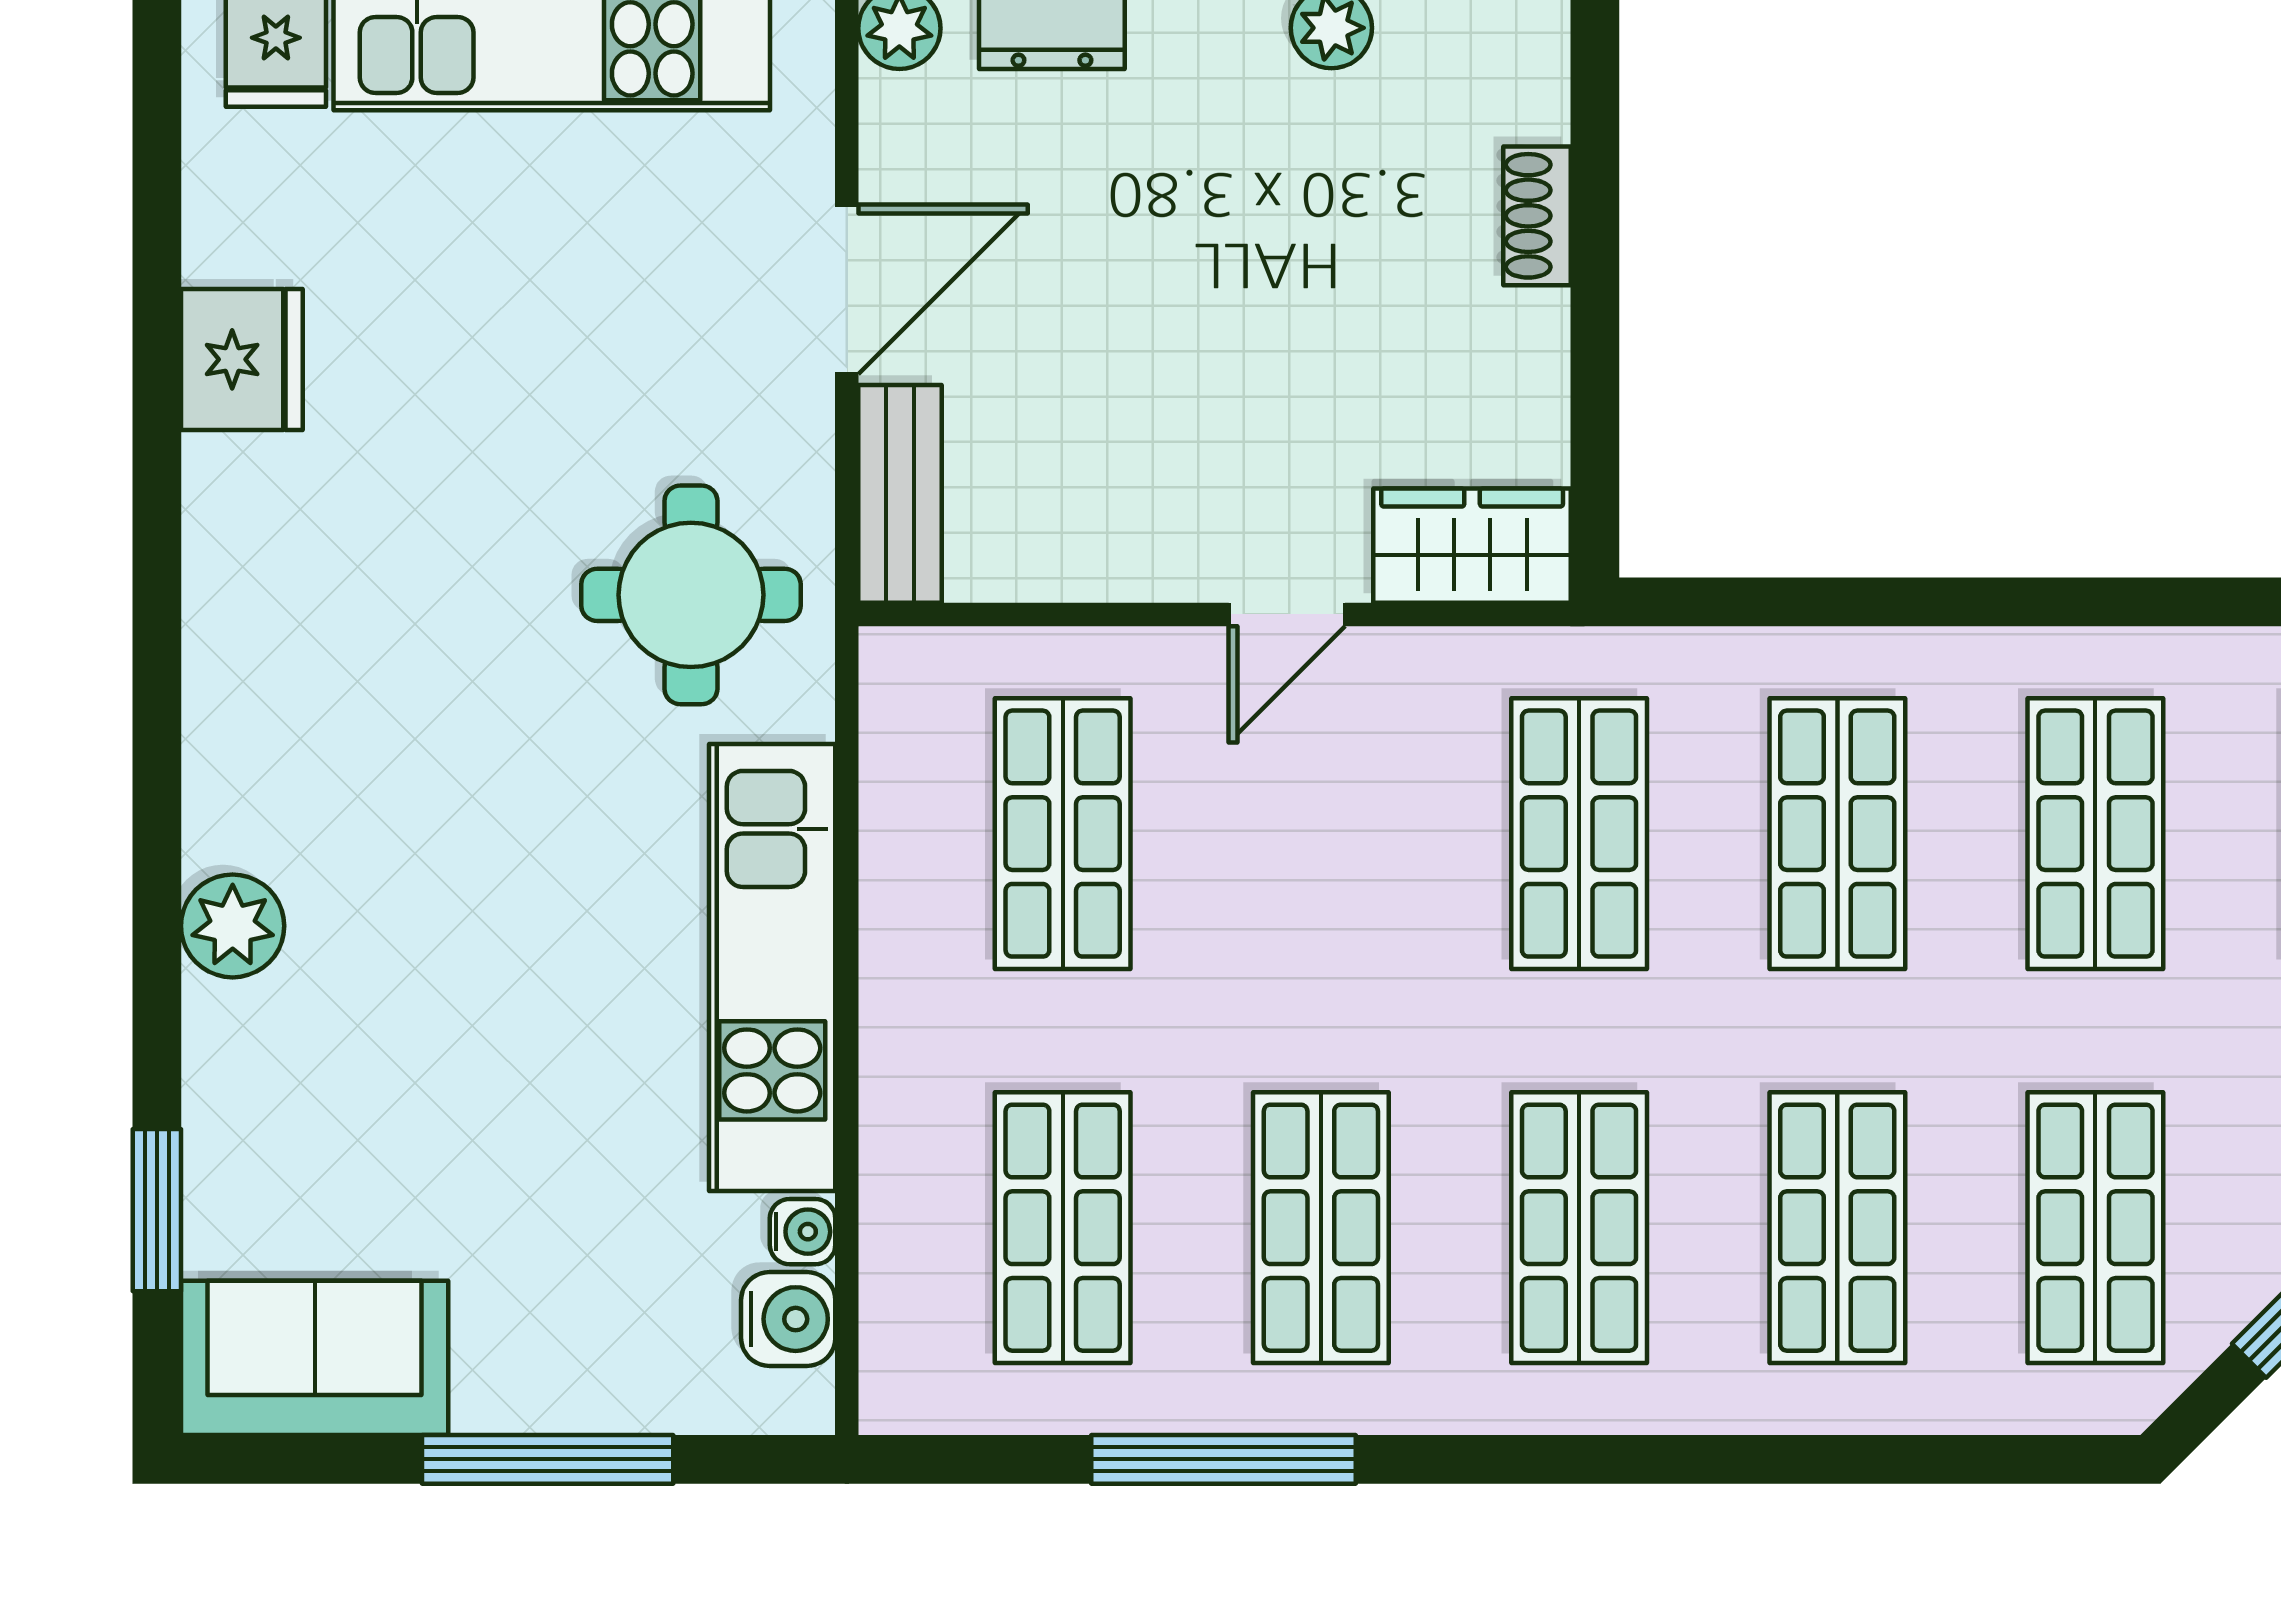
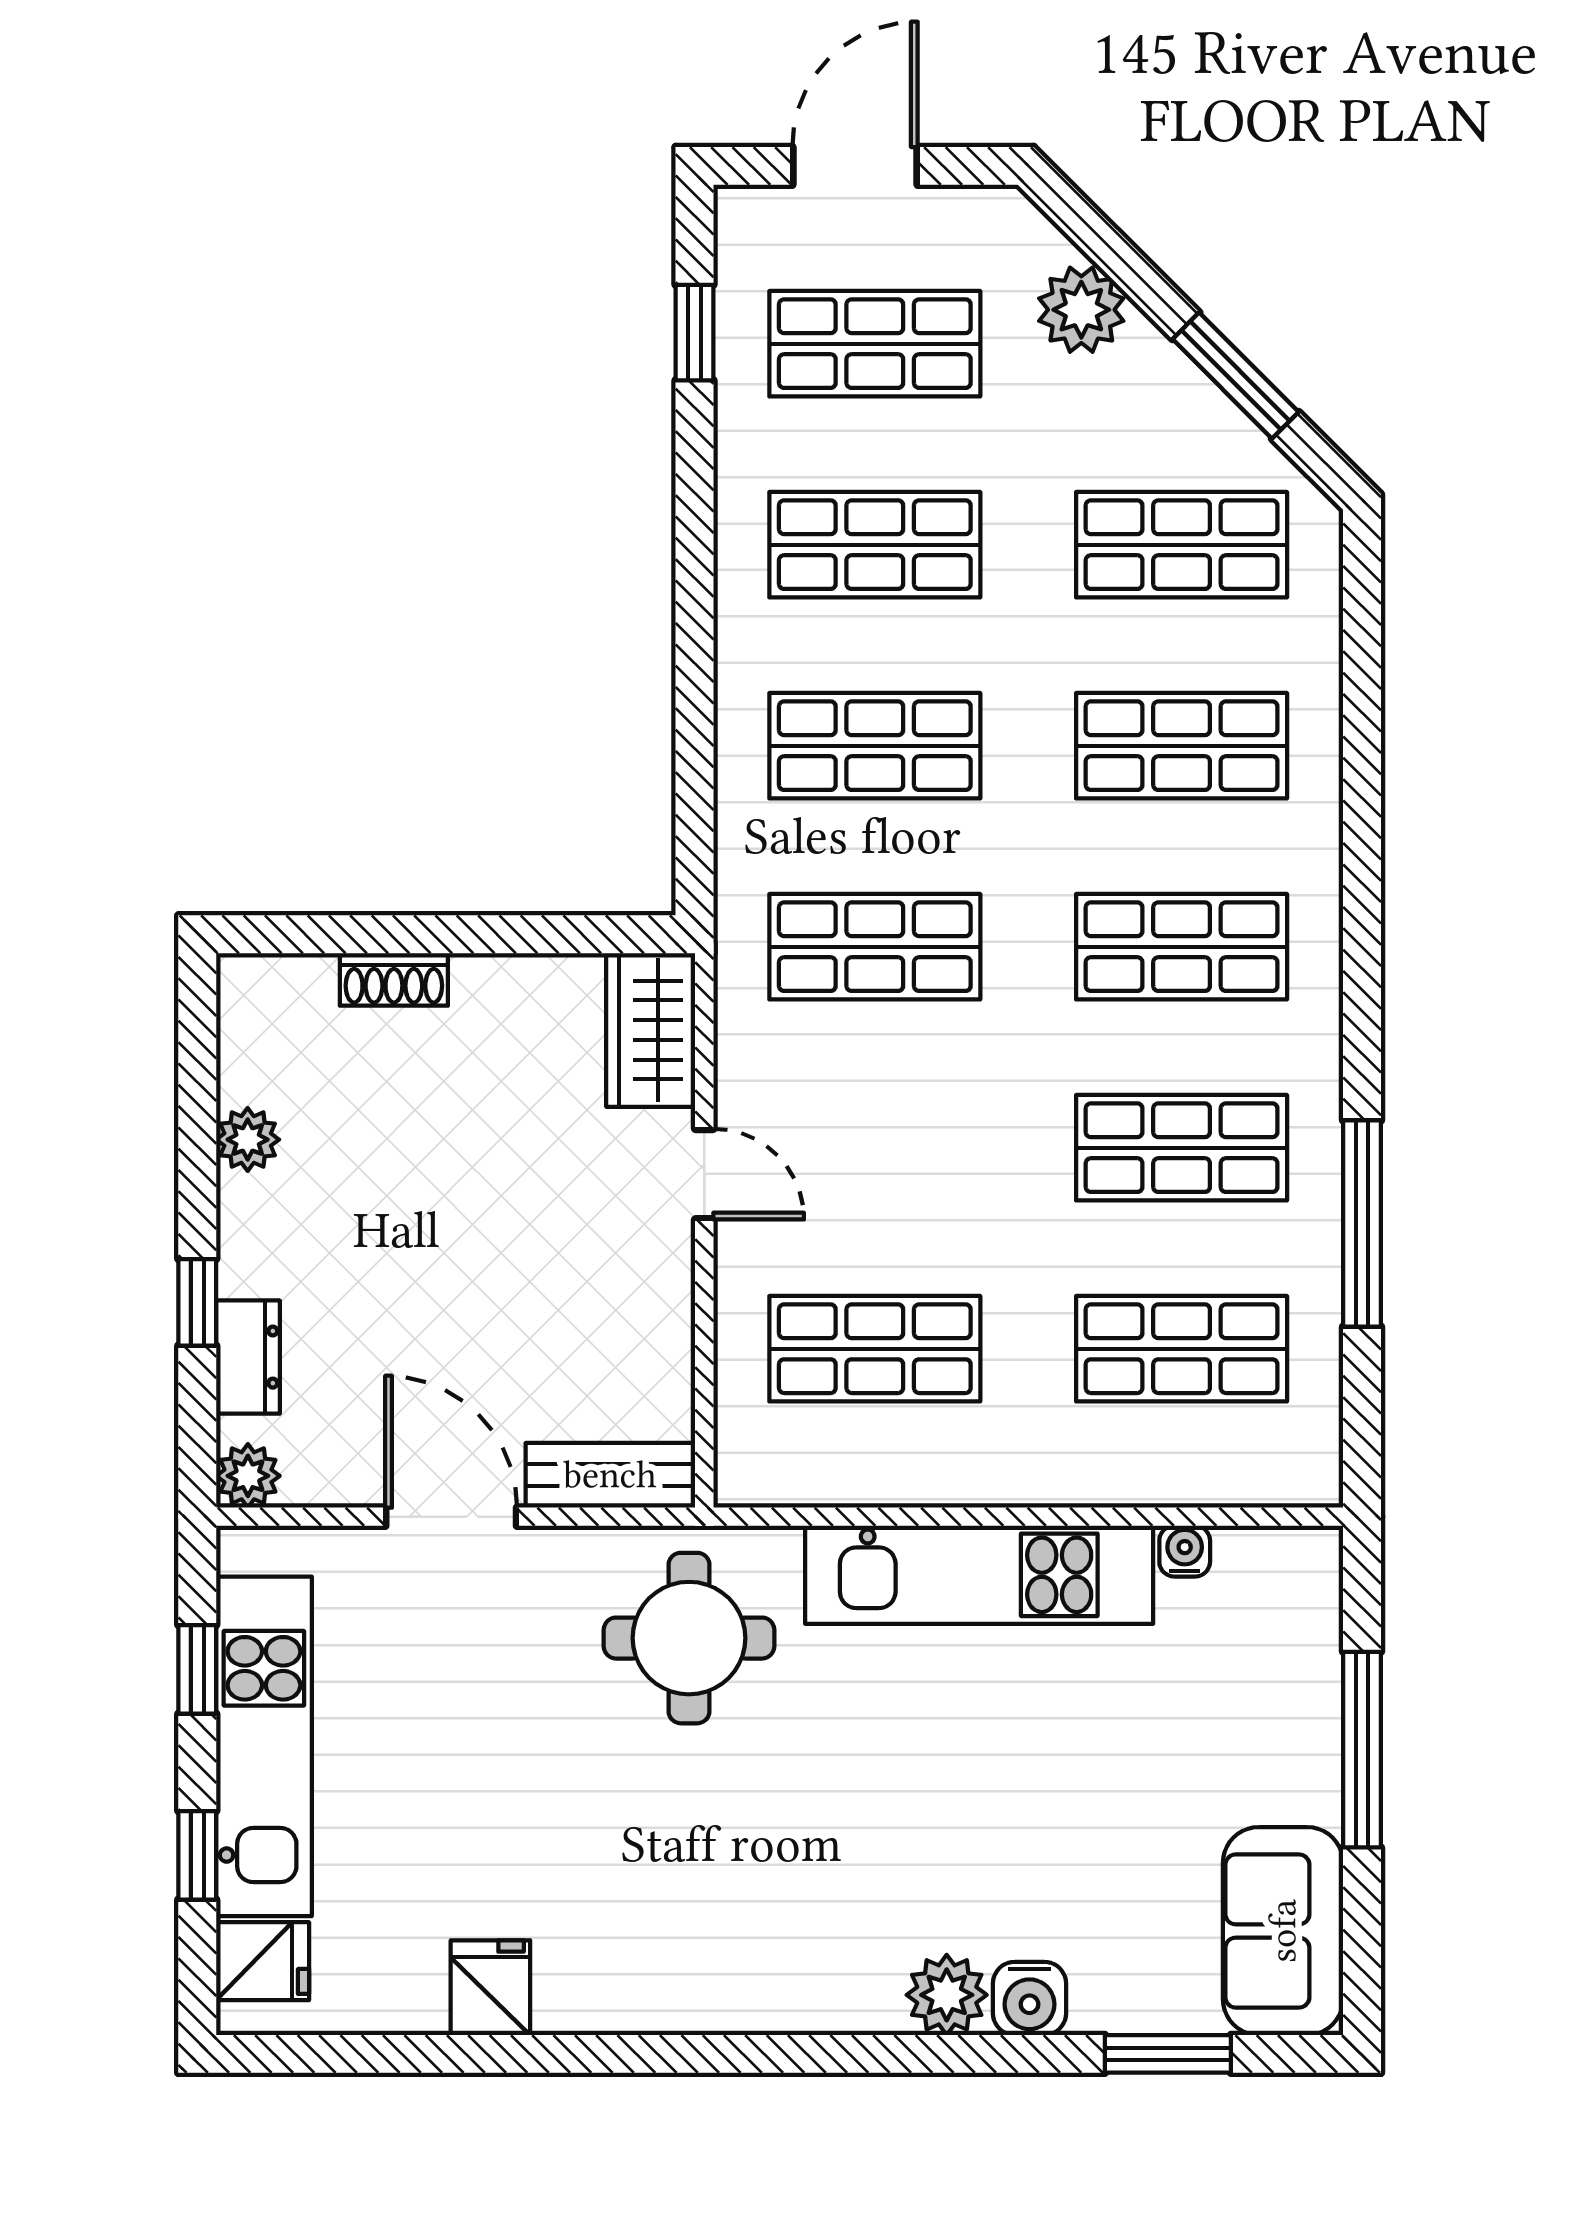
fridge: (242, 359) -> (490, 1988), width x0.72
water cooler: (788, 1319) -> (1030, 1998), moved, turned 180

